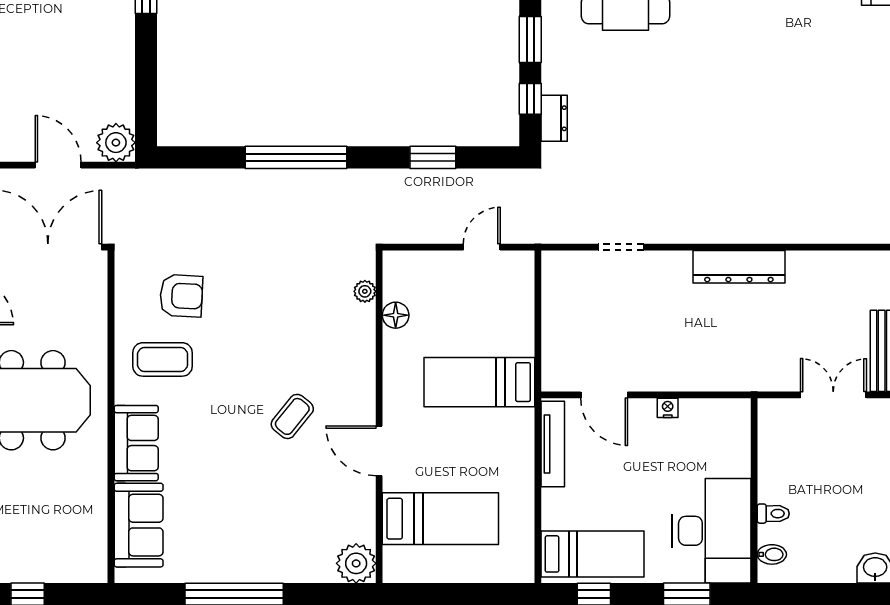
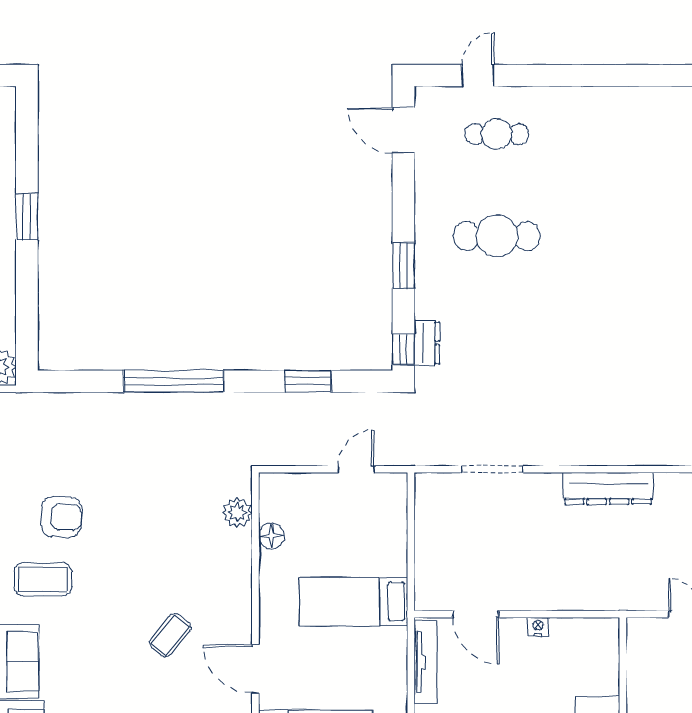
window: (530, 99) -> (403, 349), moved
doorway: (621, 247) -> (492, 469), width x1.38
plant: (365, 291) -> (237, 513), width x1.38, depth x1.38

